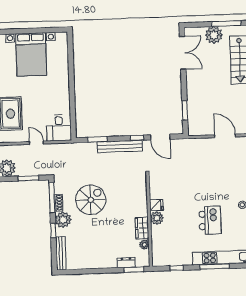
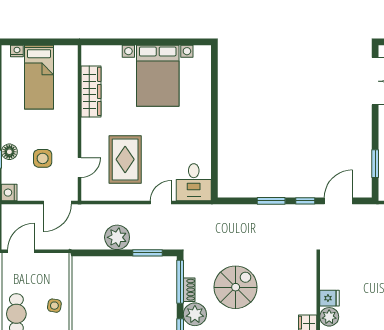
door: (160, 137) -> (338, 201), swing flipped
window: (97, 139) -> (271, 201), moved
door: (36, 143) -> (161, 203), hinge flipped
bench: (120, 146) -> (280, 212), removed

